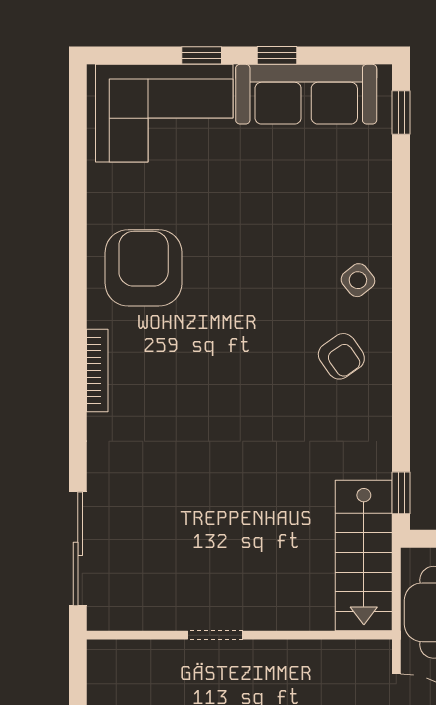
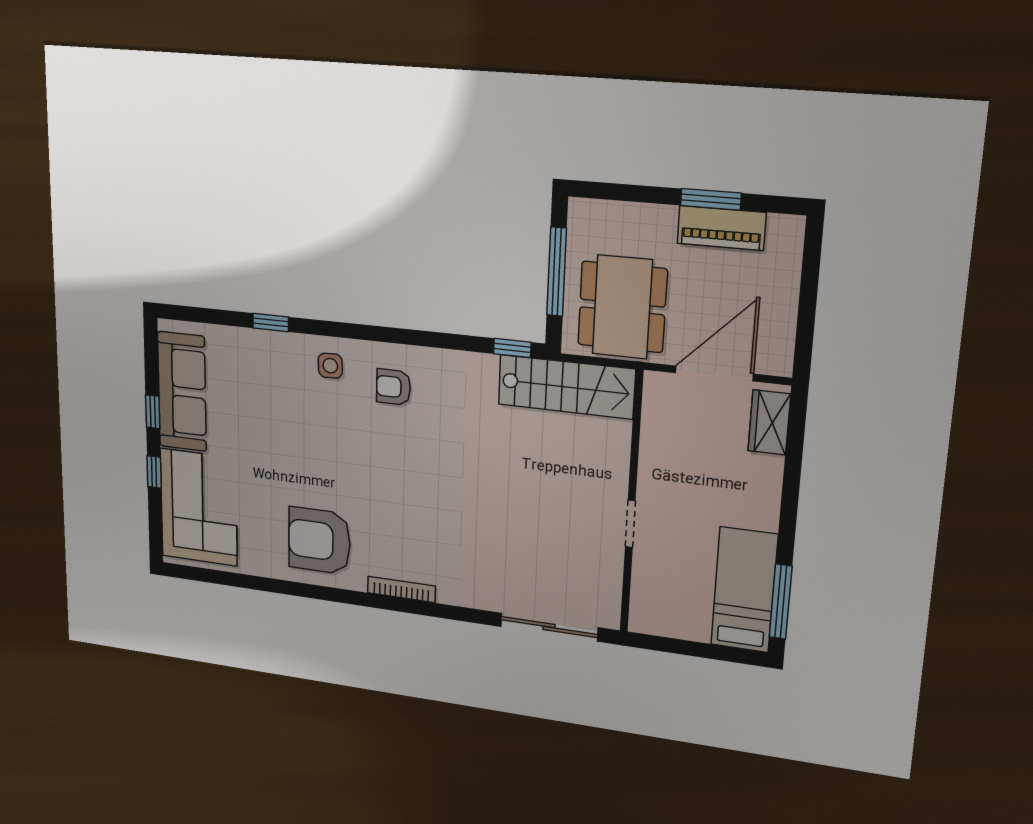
window: (401, 113) -> (271, 323), moved
side table: (358, 280) -> (330, 366), turned 37
armchair: (341, 356) -> (393, 387), turned -145

